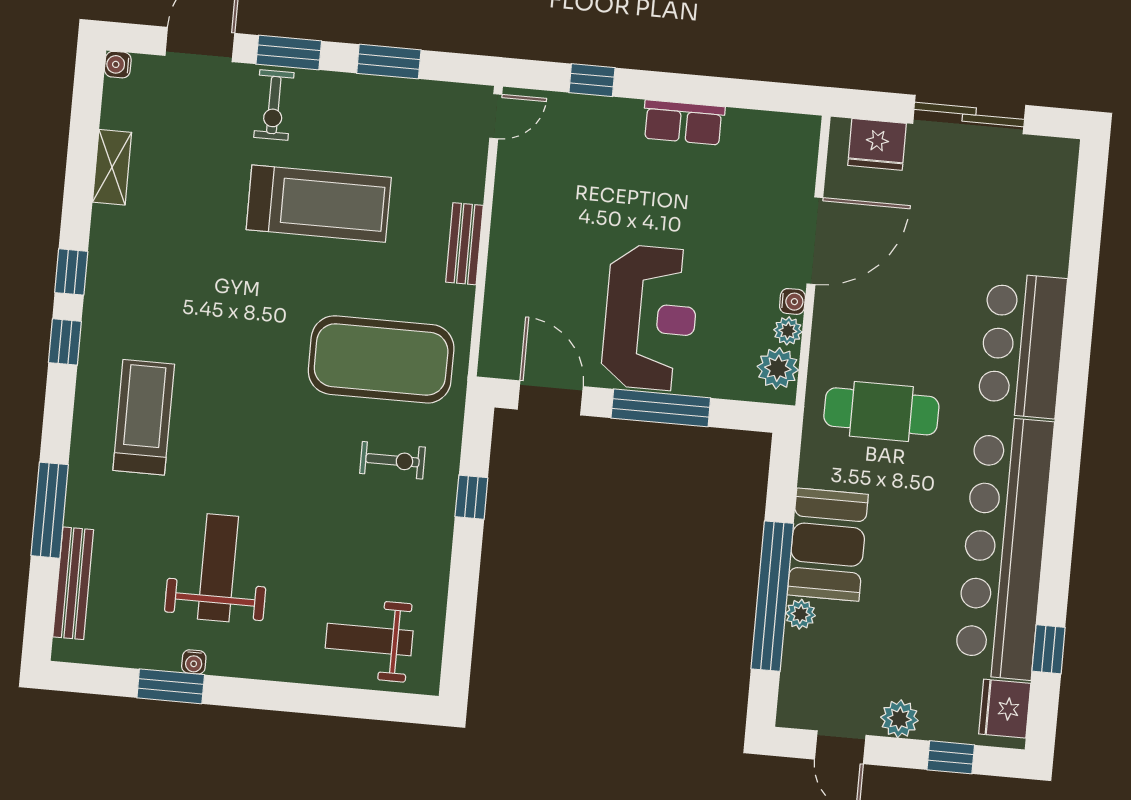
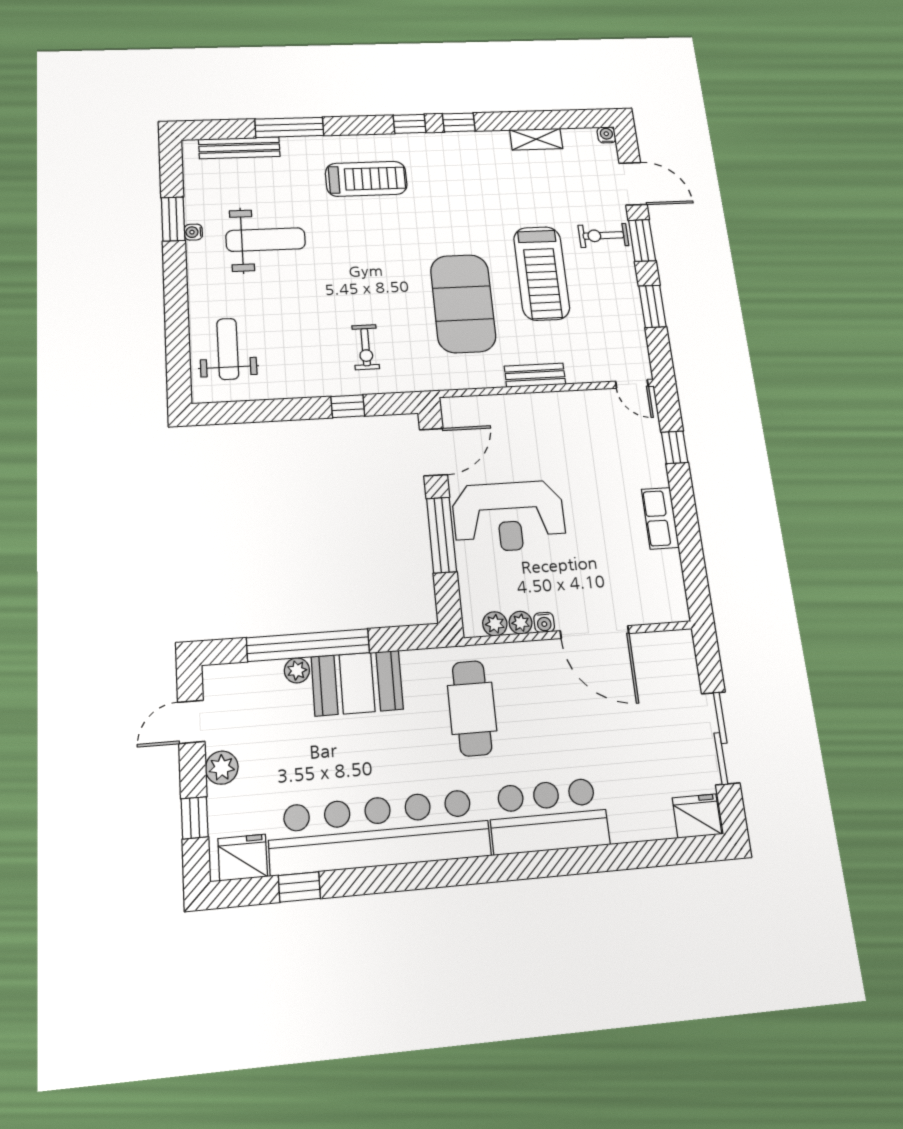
fridge: (877, 144) -> (697, 816), moved, turned 90
exercise mat: (381, 359) -> (463, 303), moved
plant: (778, 368) -> (495, 624), width x0.73, depth x0.73

